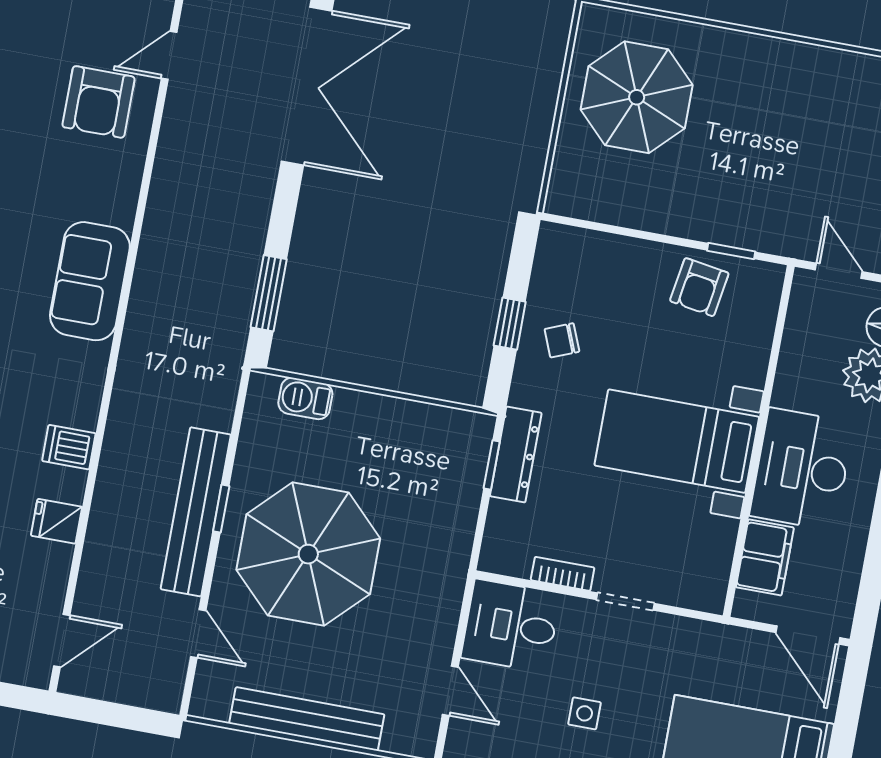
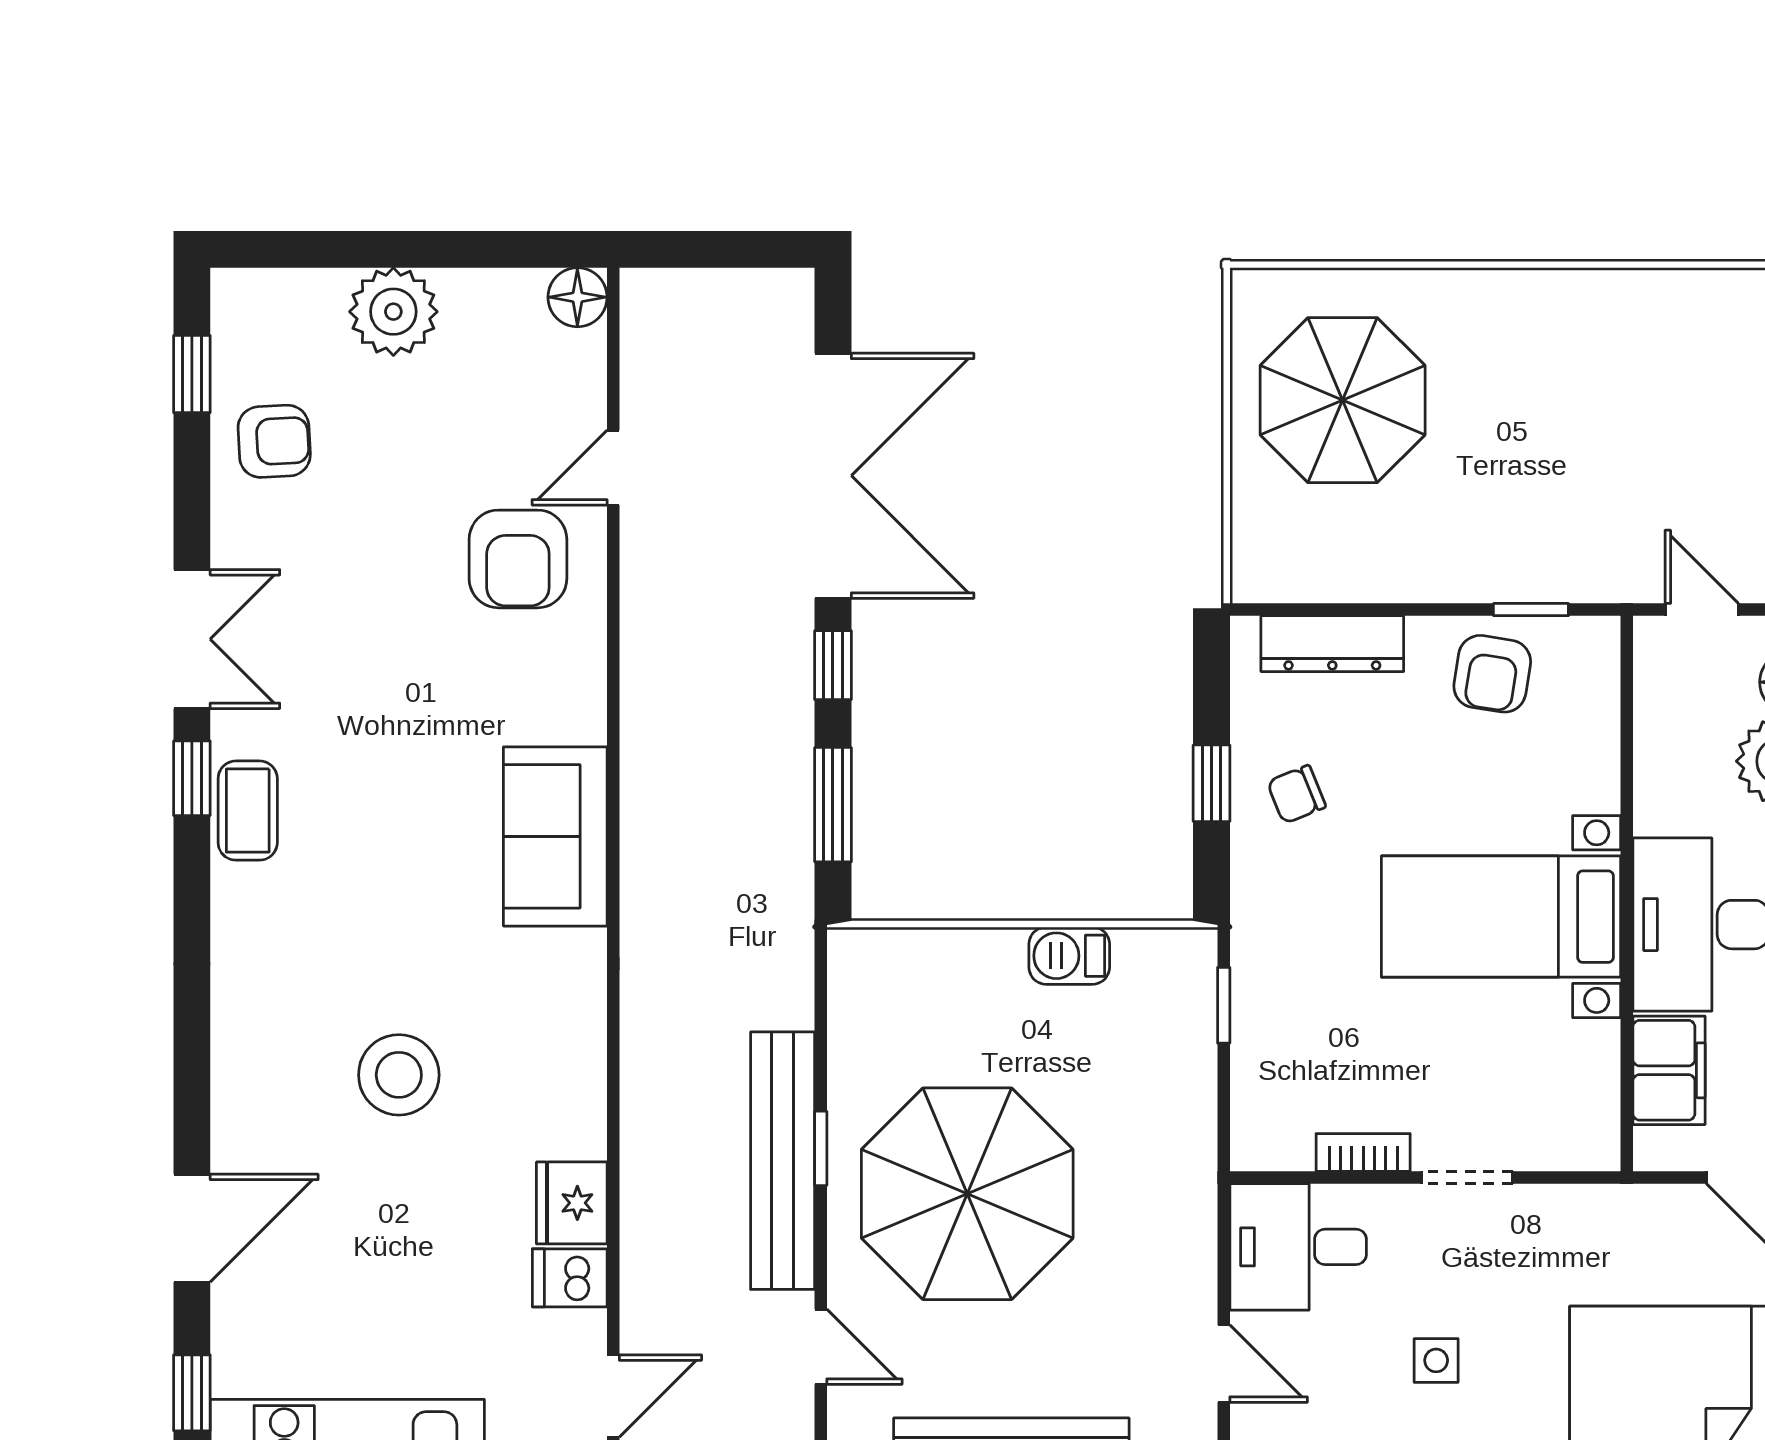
window: (285, 205) -> (833, 665), added
barbecue: (305, 398) -> (1069, 956), moved
dishwasher: (69, 447) -> (570, 1278), moved
dresser: (516, 455) -> (1332, 644), moved, turned 90
fridge: (57, 521) -> (572, 1203), width x1.38

